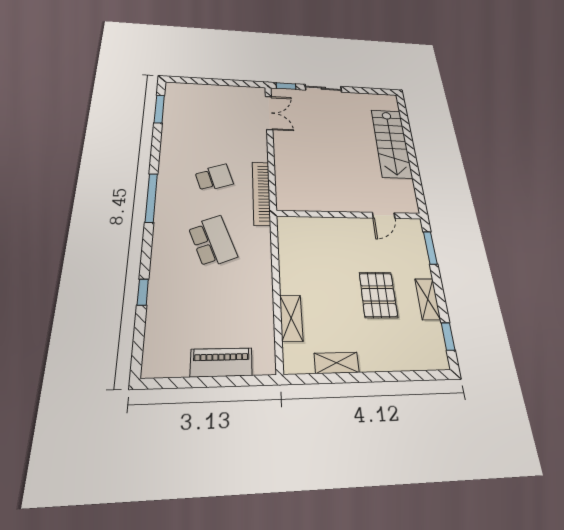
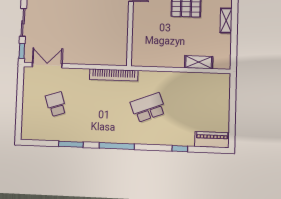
window: (159, 109) -> (71, 144), moved
school desk: (214, 178) -> (56, 104), moved
piano: (221, 362) -> (212, 140), moved, turned 90
shelving: (337, 363) -> (226, 20), moved

